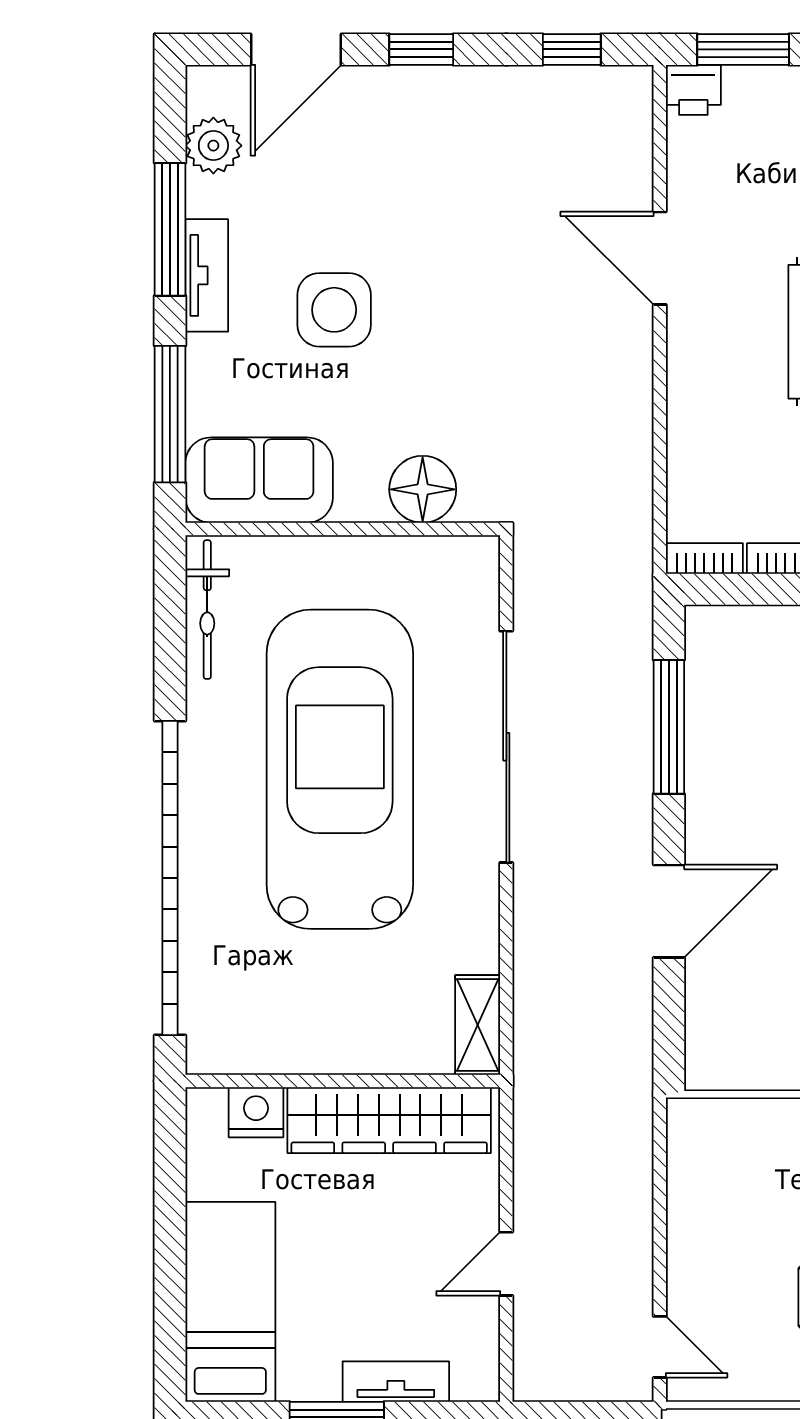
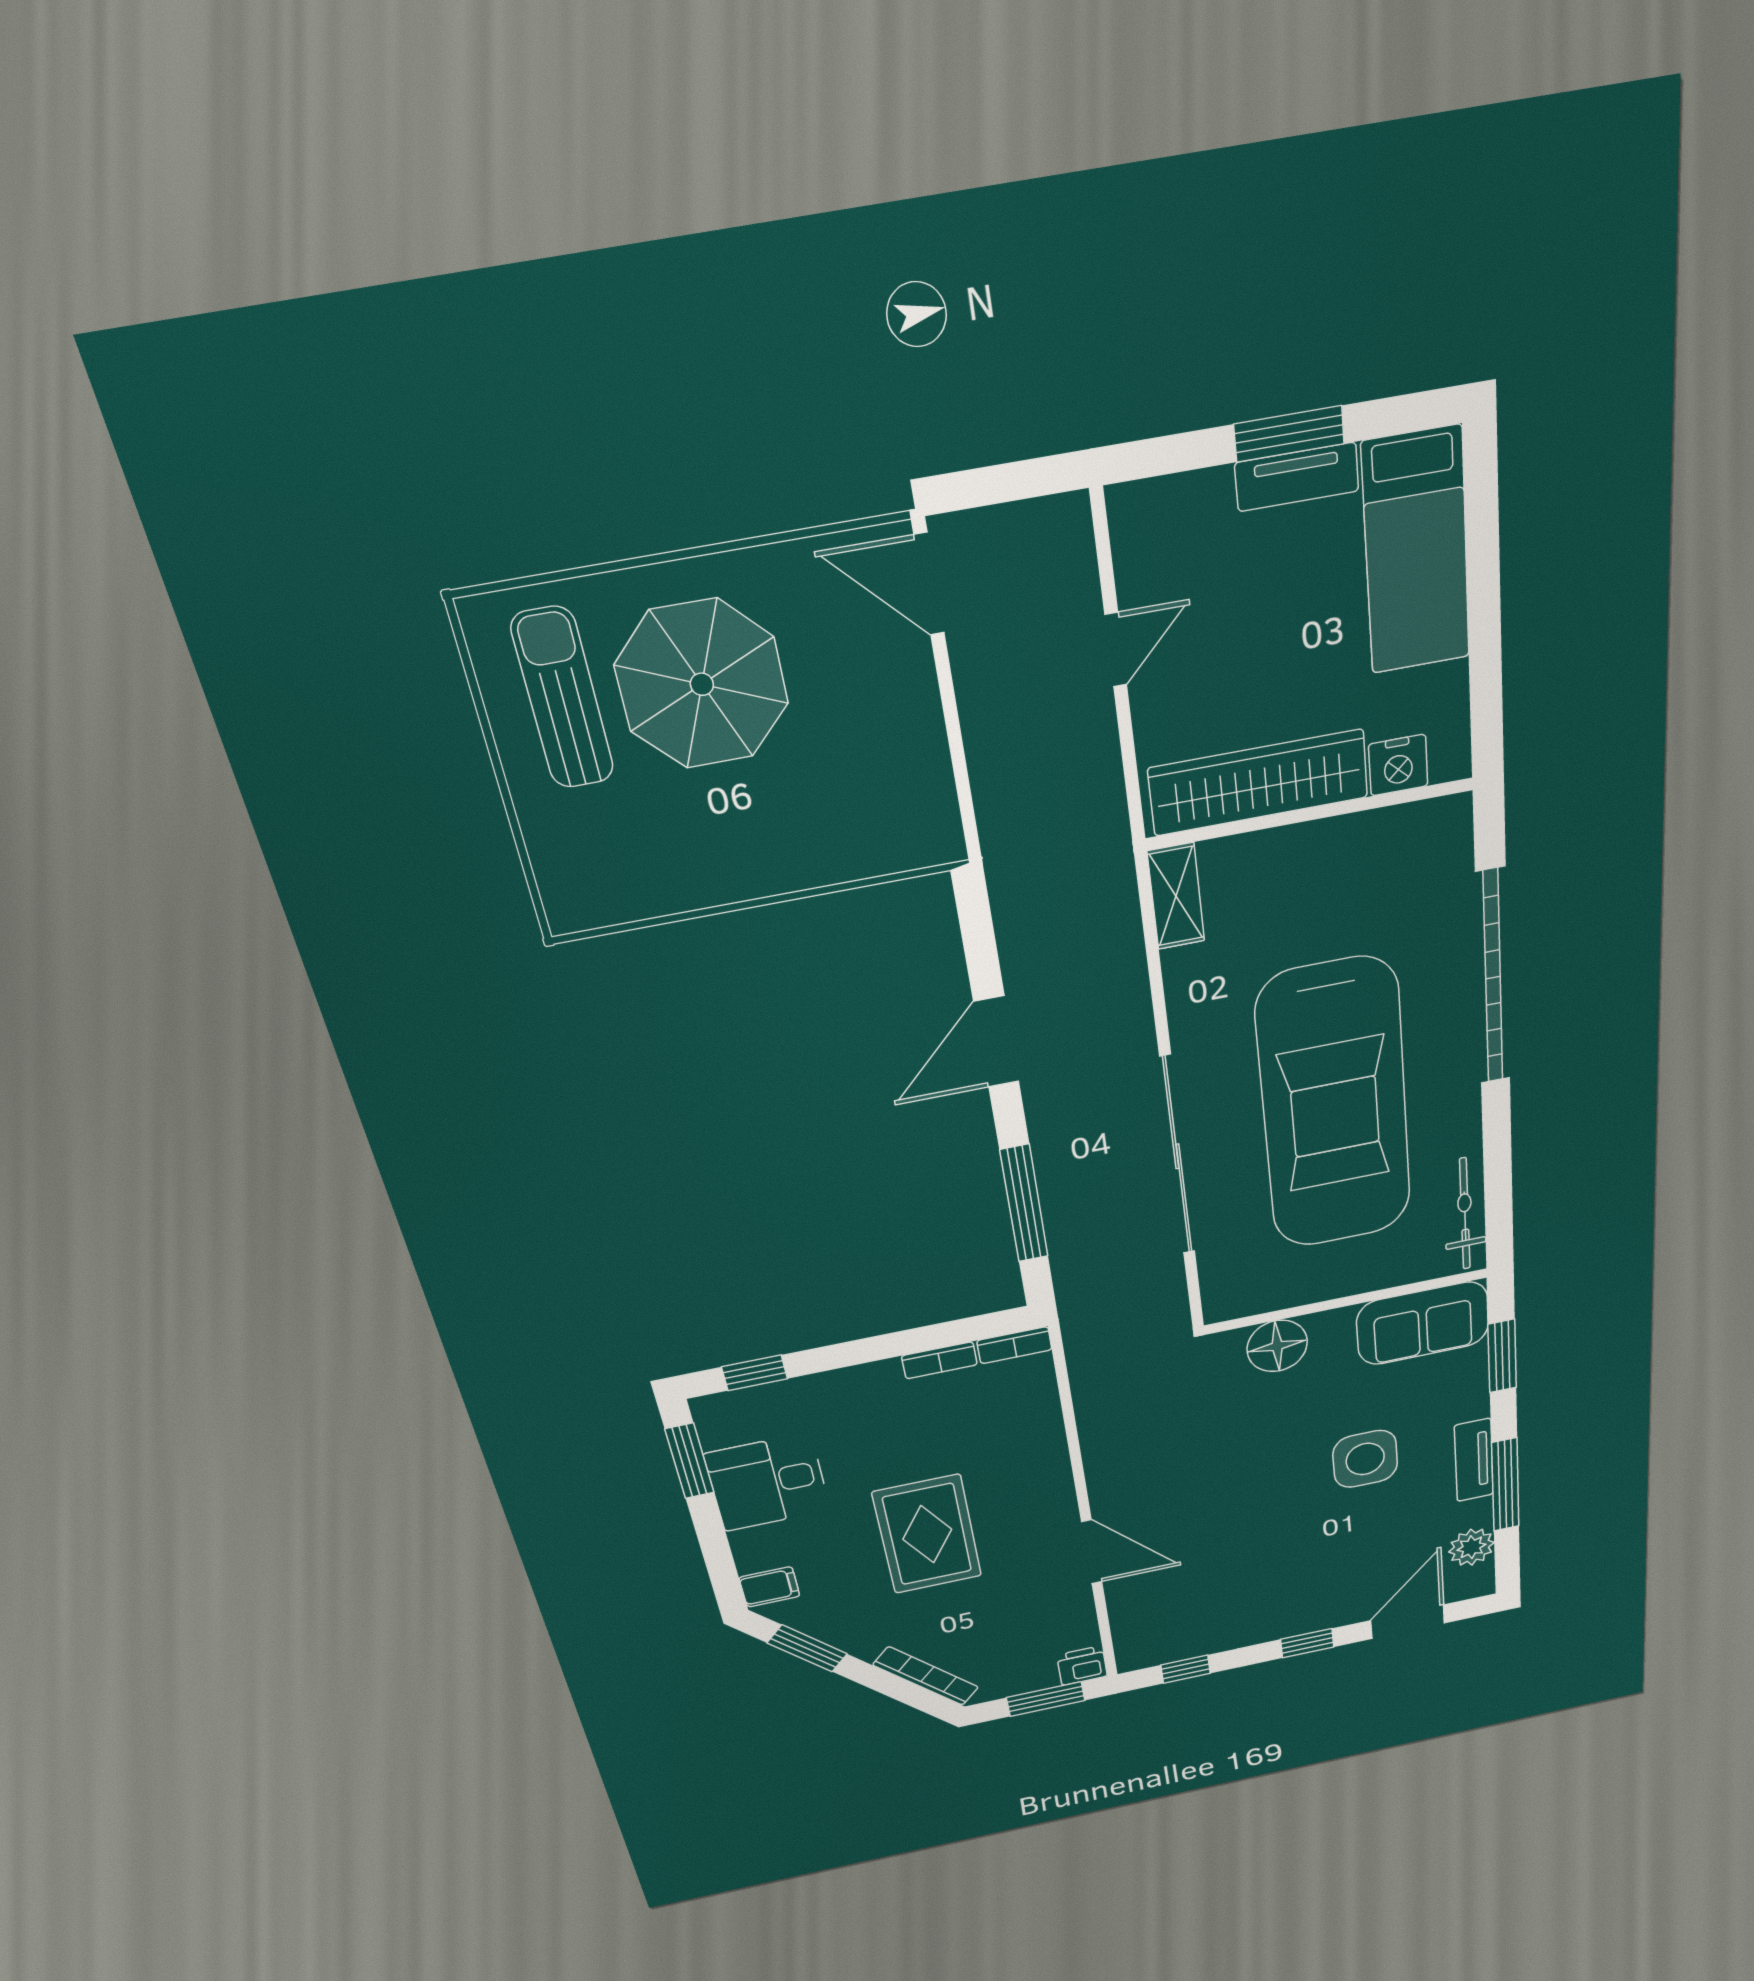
window: (170, 414) -> (1502, 1356), width x0.69
garage door: (170, 878) -> (1493, 978), width x0.73
door: (660, 1347) -> (929, 584), width x1.38
tv unit: (396, 1382) -> (1297, 477), moved

